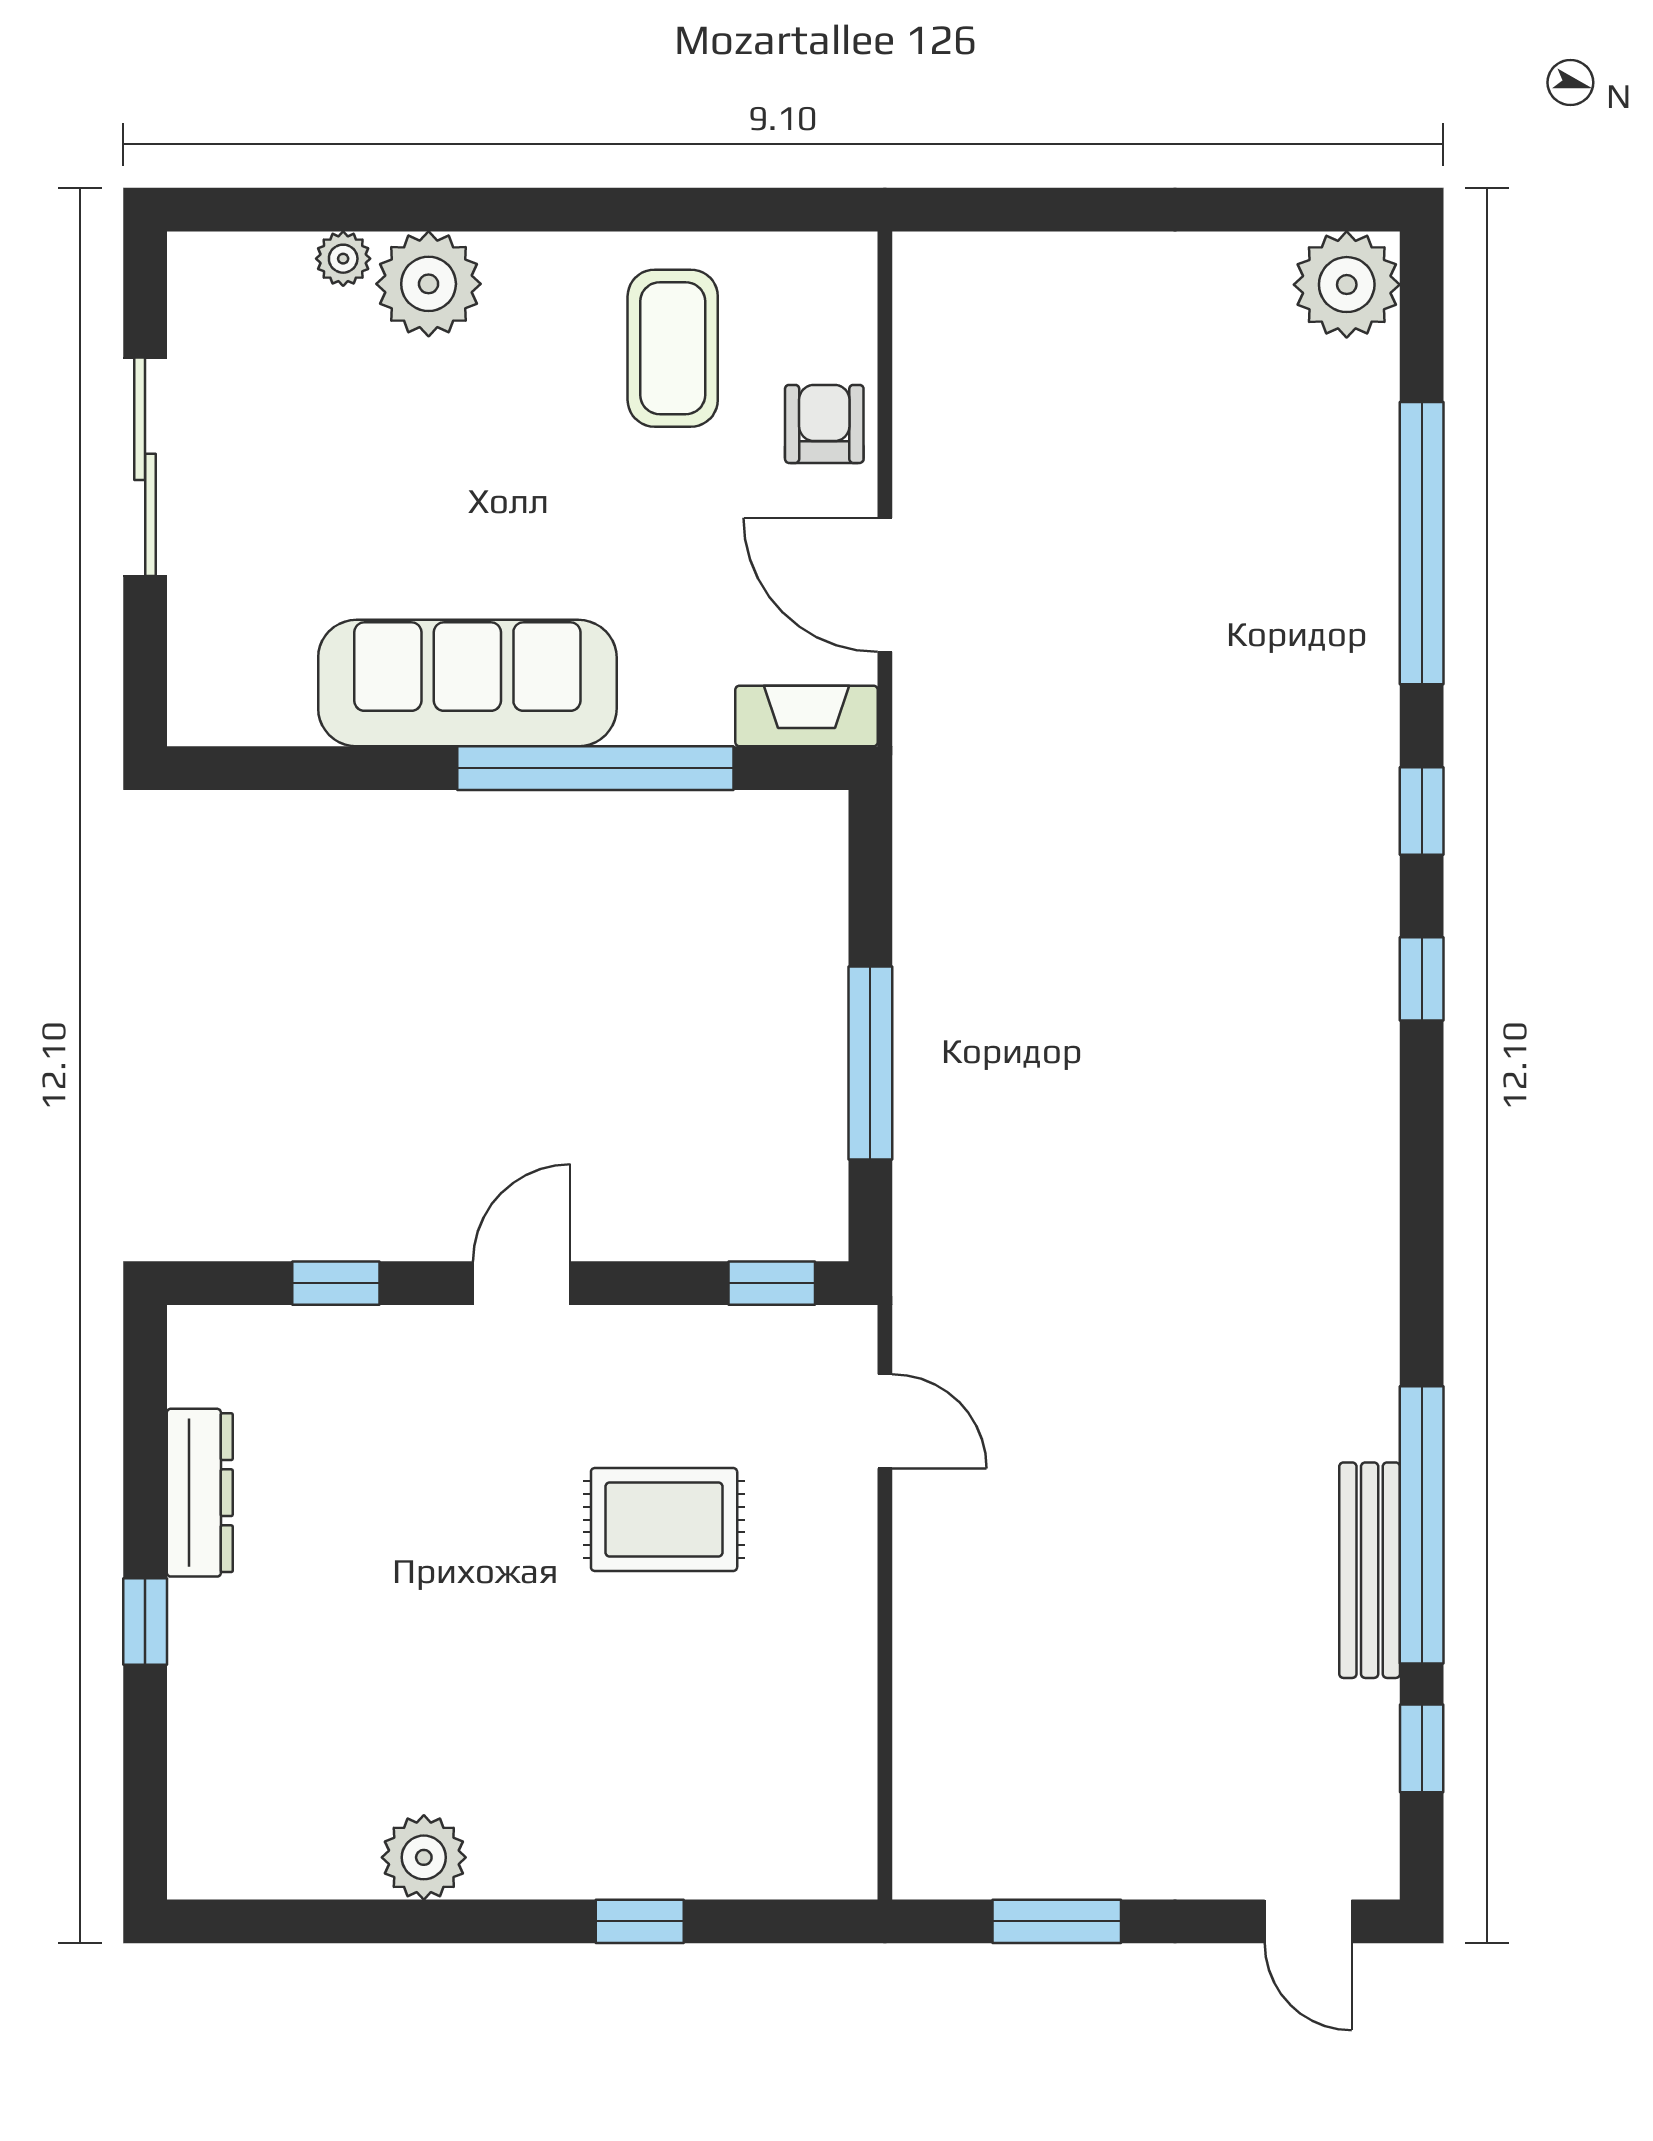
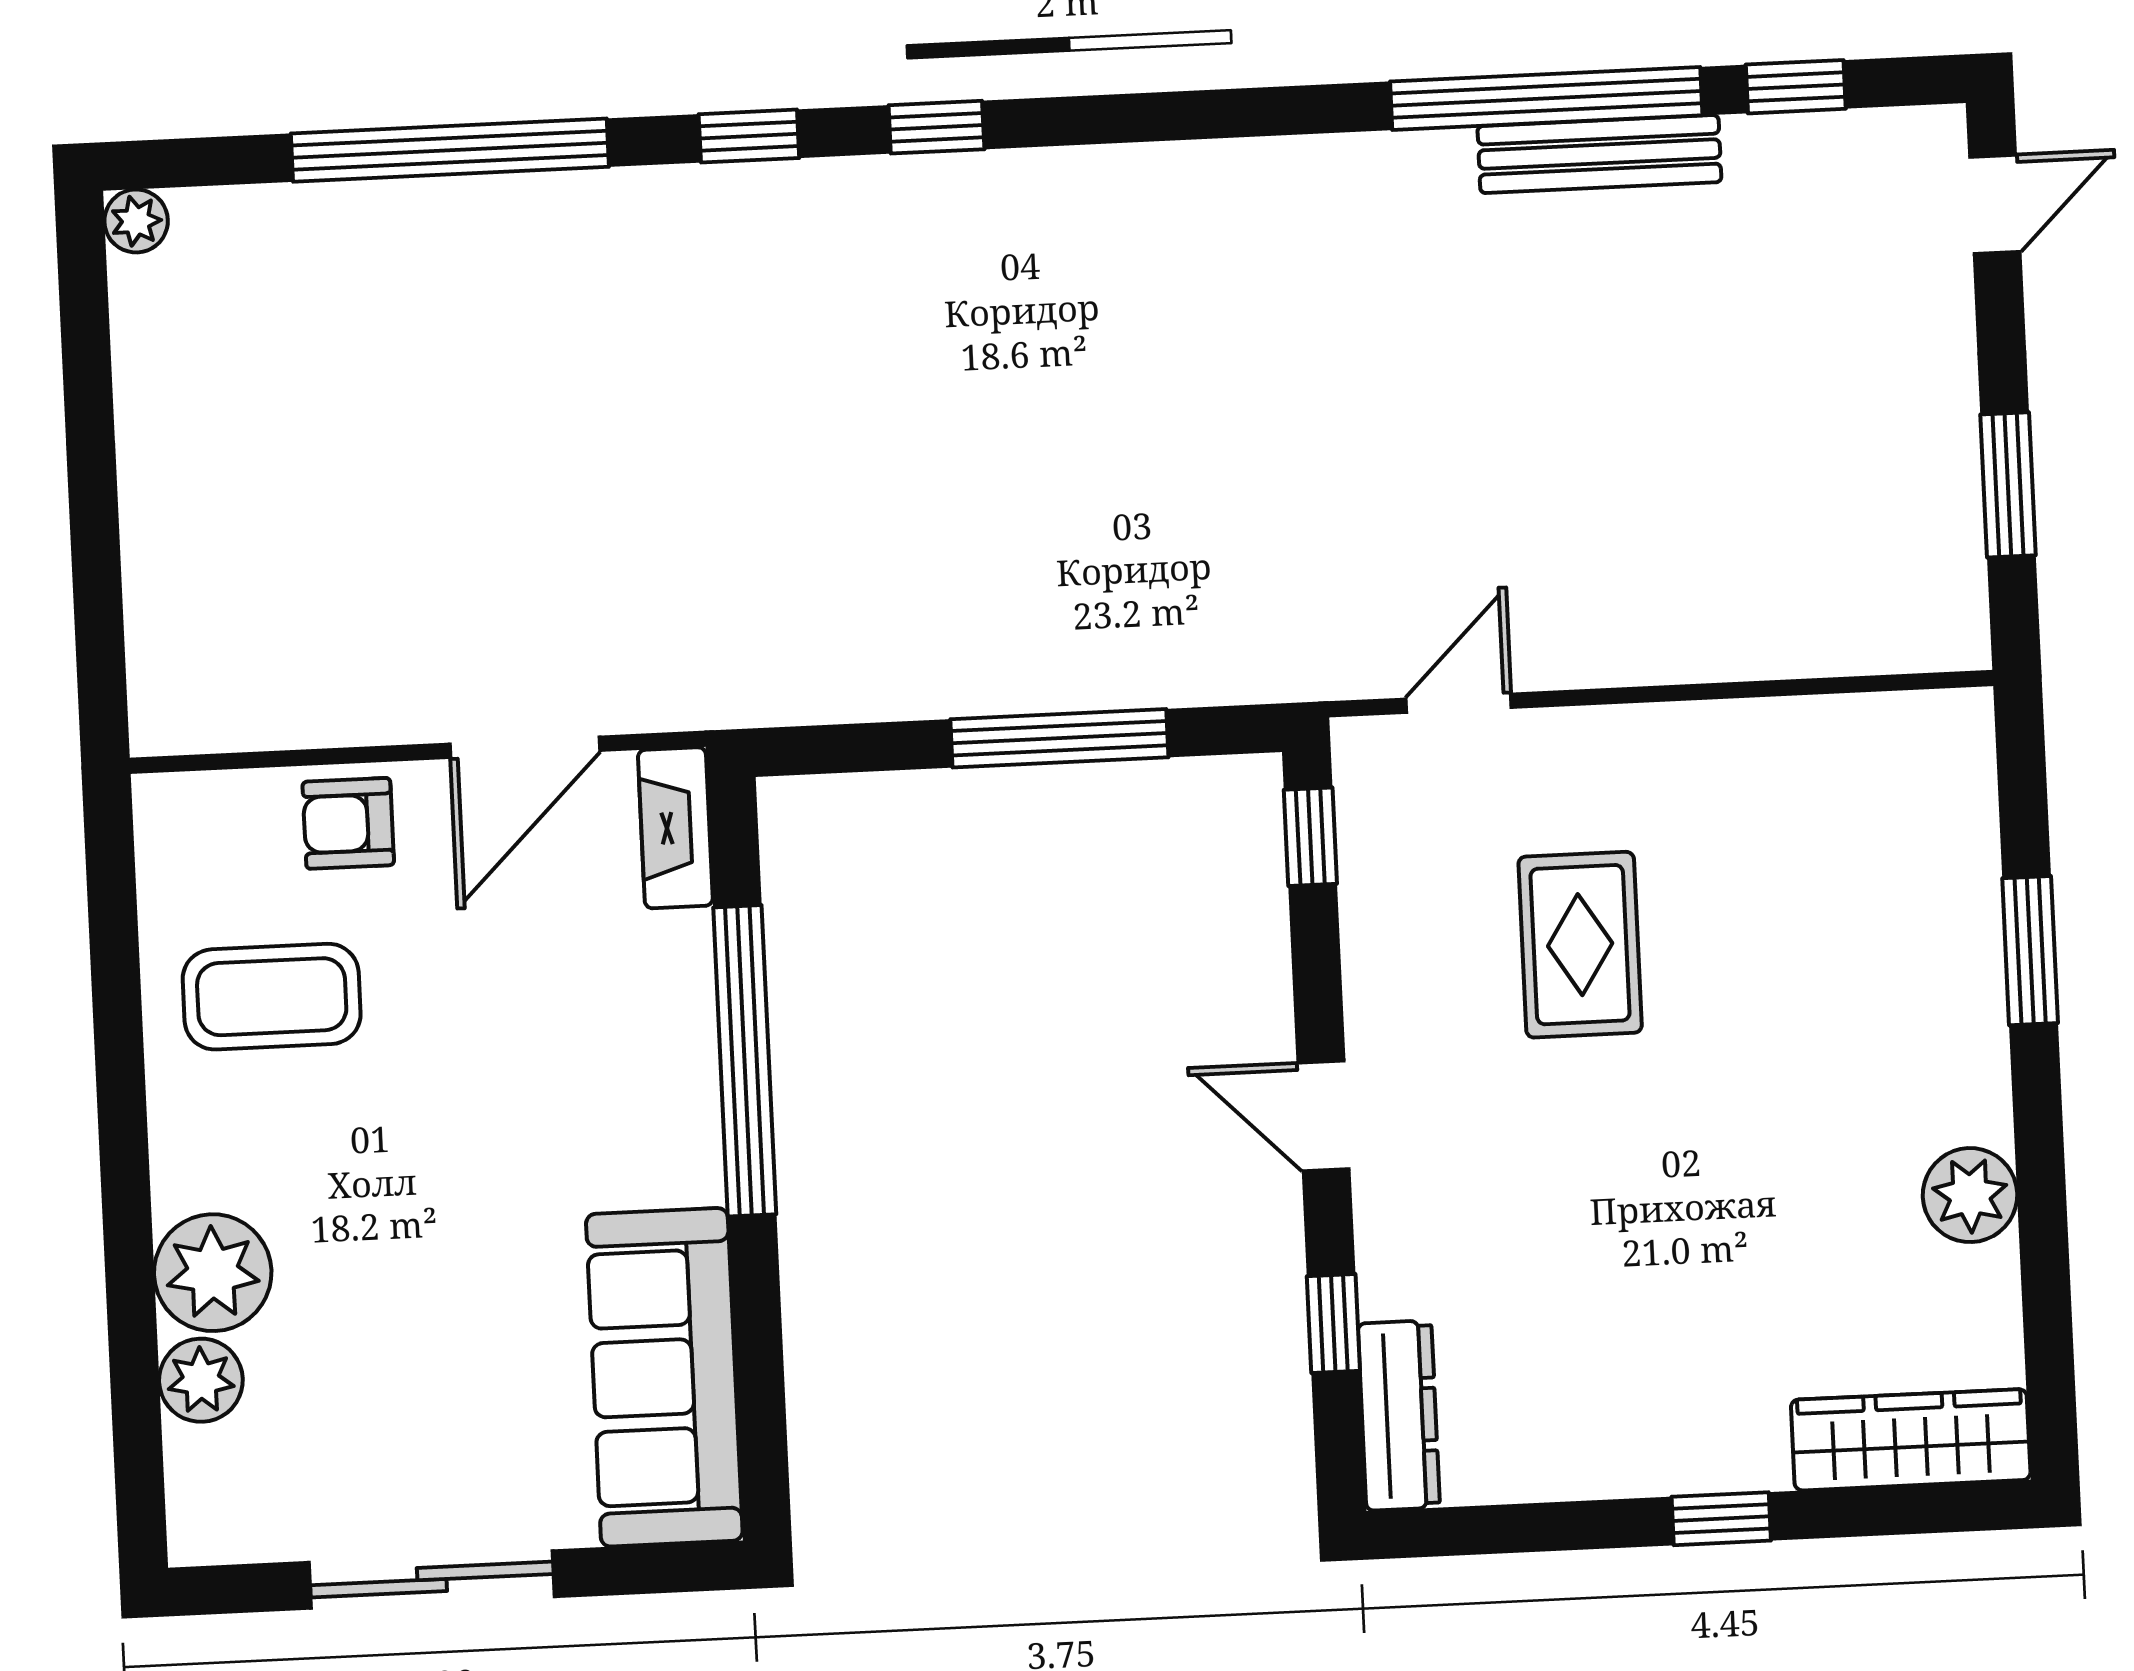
plant: (343, 259) -> (201, 1380), width x1.38, depth x1.38
plant: (1347, 285) -> (136, 221), width x0.53, depth x0.53
sofa: (467, 683) -> (664, 1377), moved
dresser: (200, 1493) -> (1399, 1416), moved, turned 90
wardrobe: (208, 1794) -> (1911, 1440), added
window: (640, 1921) -> (2030, 951), width x1.50

